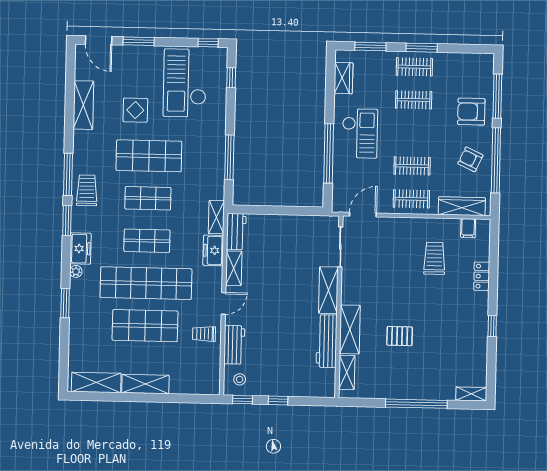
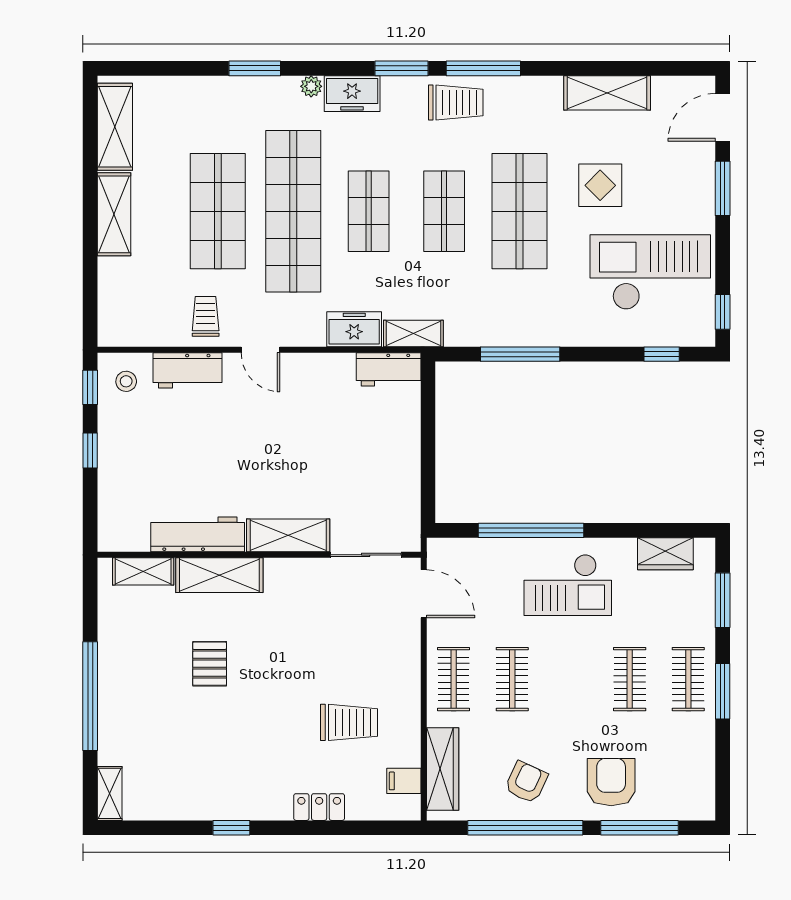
shelving: (234, 268) -> (323, 367), removed

